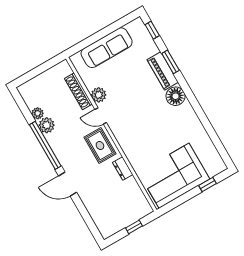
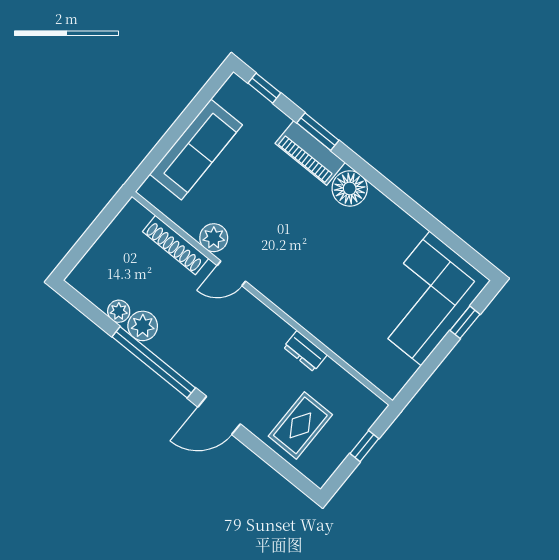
rug: (100, 145) -> (300, 425), moved, turned 90
corner sofa: (174, 176) -> (426, 298), moved

